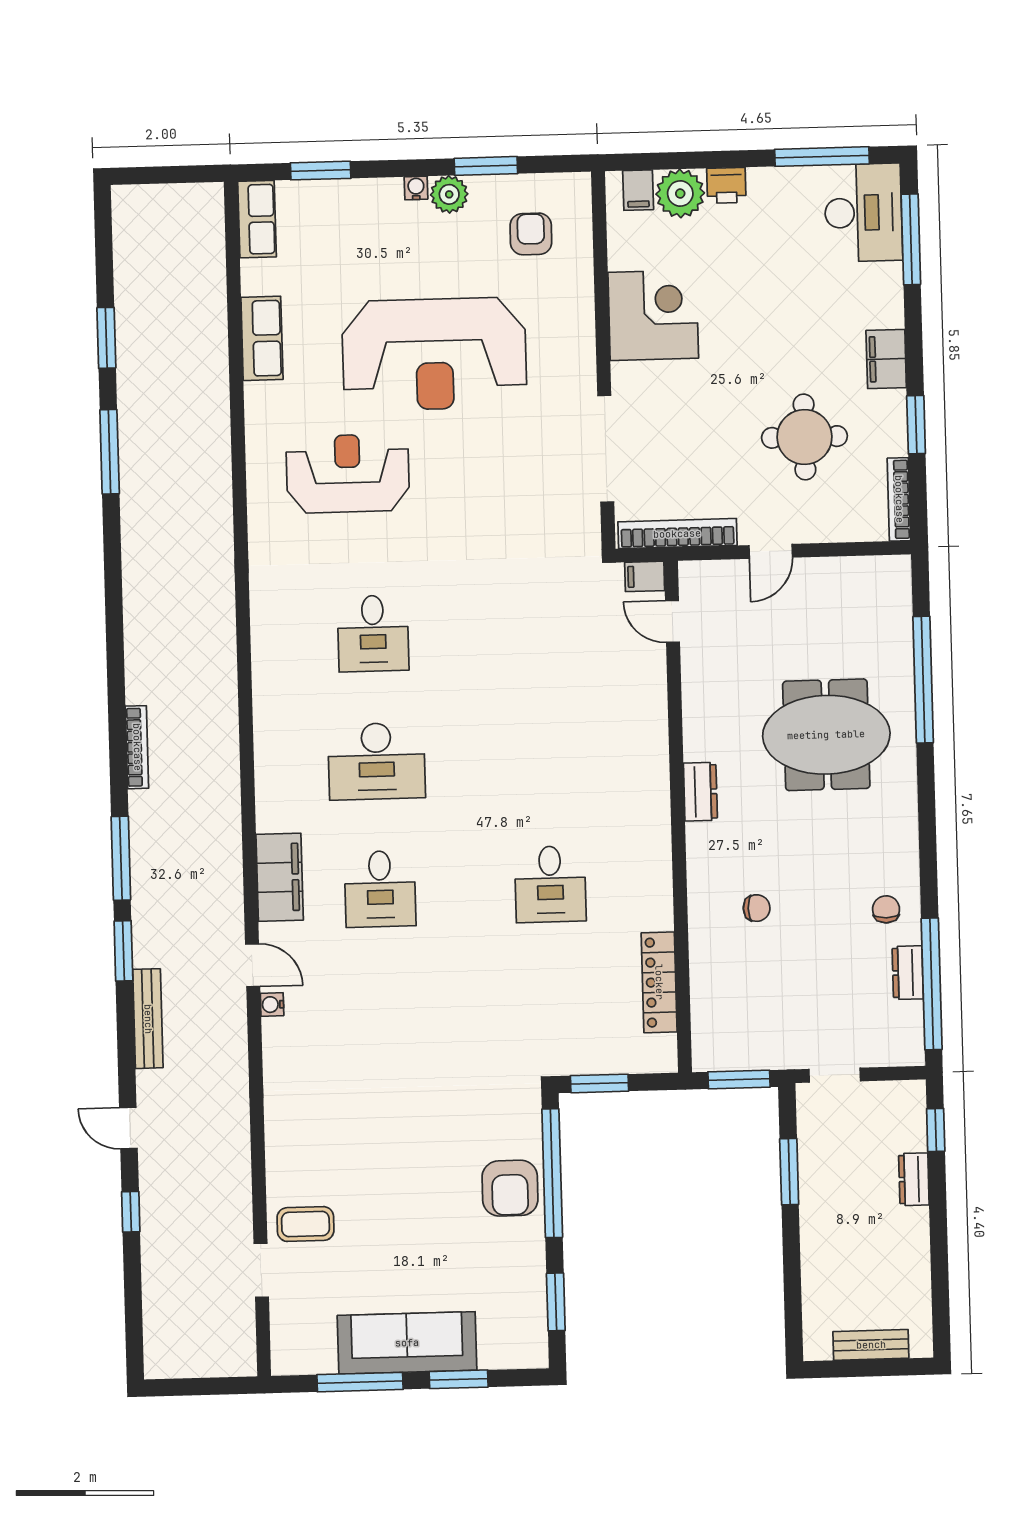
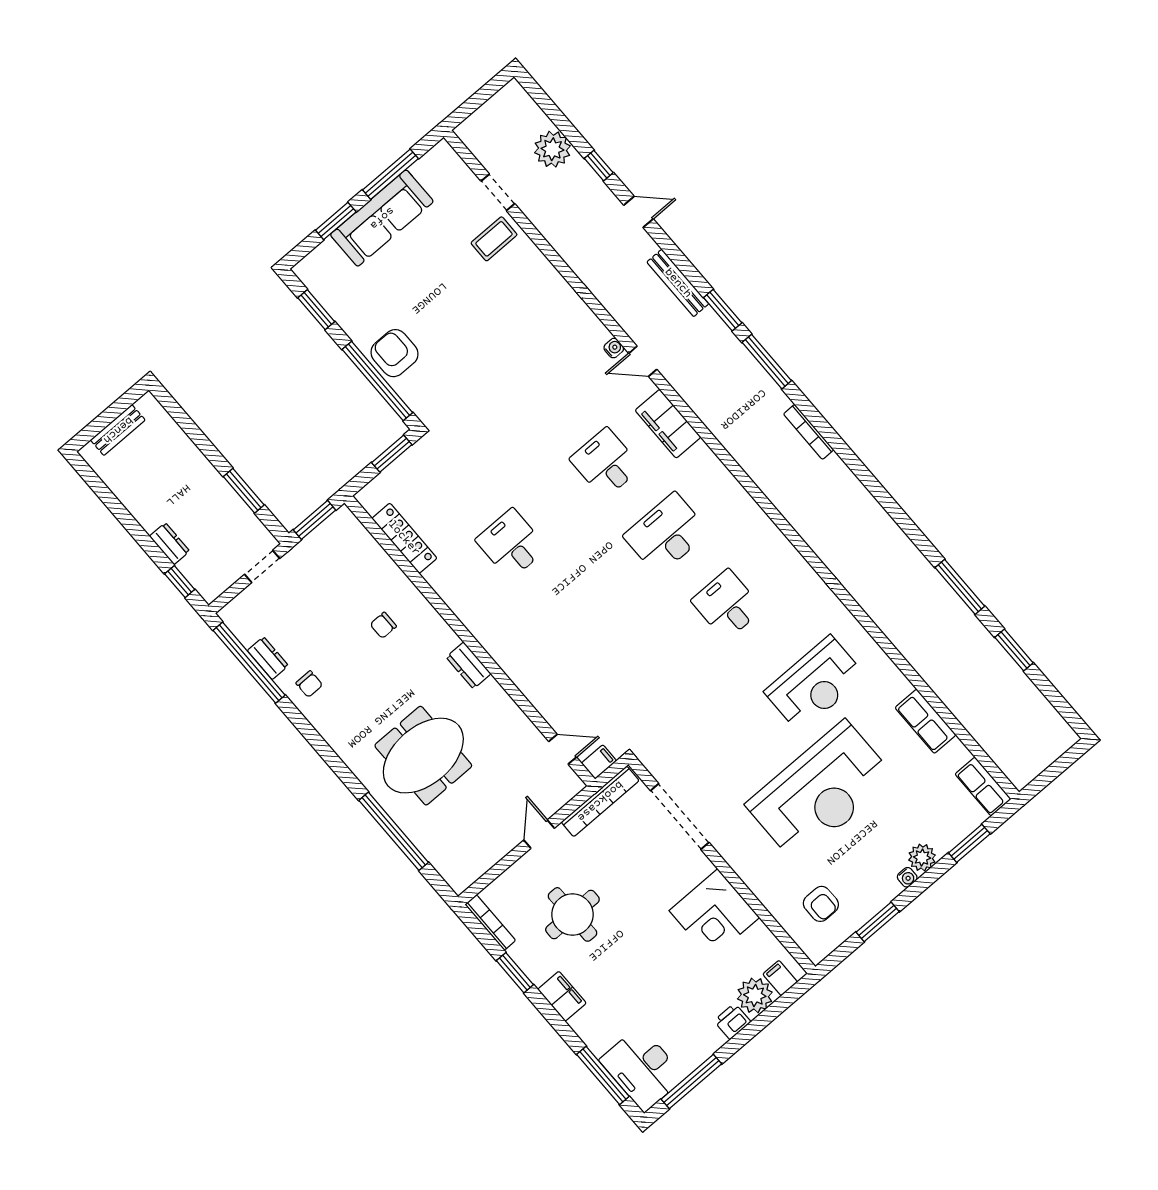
plant: (449, 194) -> (922, 858), moved
reception desk: (434, 354) -> (821, 792), turned 180
plant: (166, 1269) -> (552, 149), added

